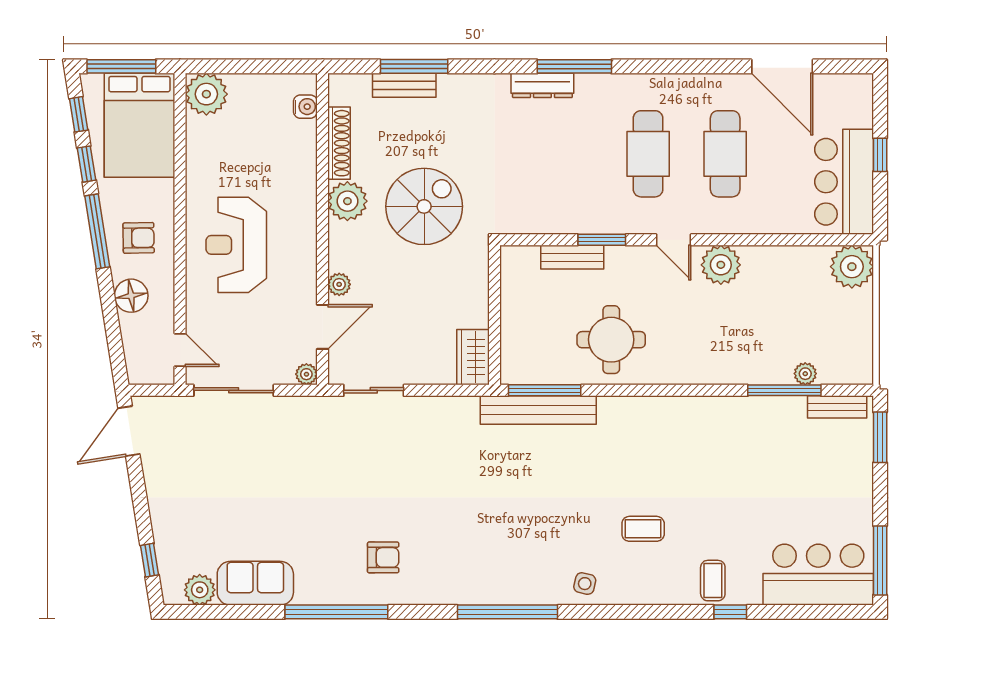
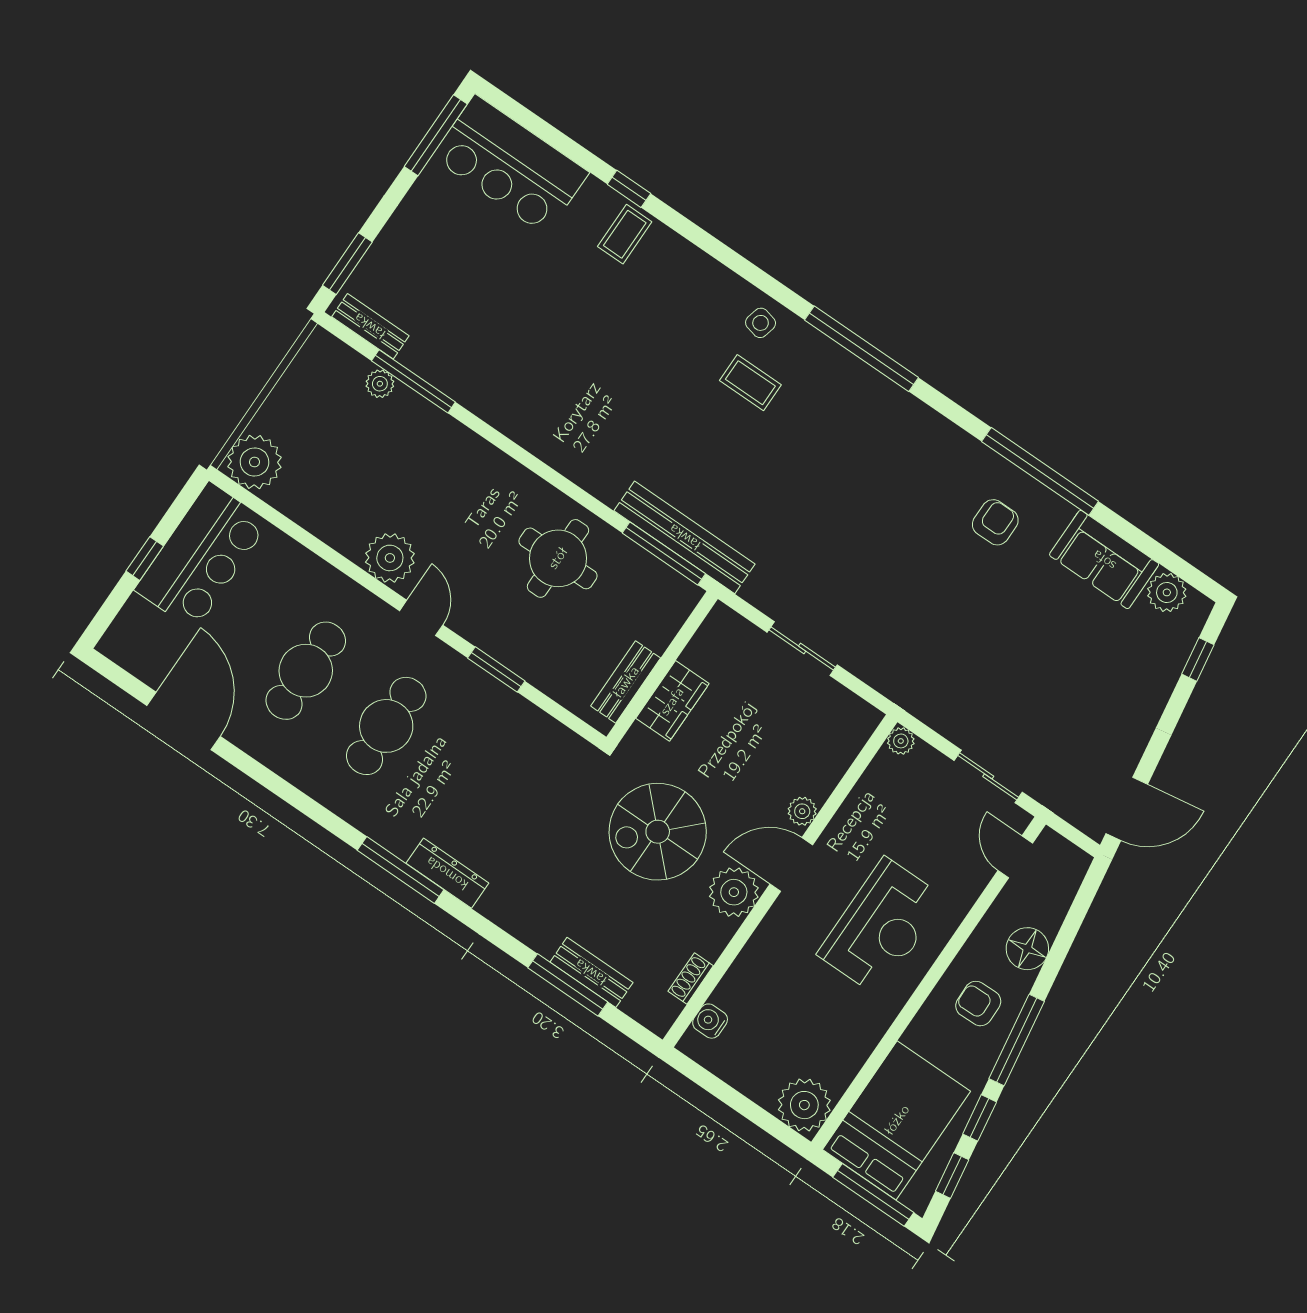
shoe rack: (339, 143) -> (691, 979), width x0.51, depth x0.81
bench: (572, 257) -> (626, 682), moved, turned 90
door: (322, 327) -> (791, 865), moved
wardrobe: (473, 357) -> (672, 701), moved
sliding door: (234, 390) -> (988, 776), width x0.73
sliding door: (374, 390) -> (802, 649), moved
coffee table: (643, 529) -> (750, 383), moved
armchair: (383, 557) -> (995, 522), moved, turned 90

